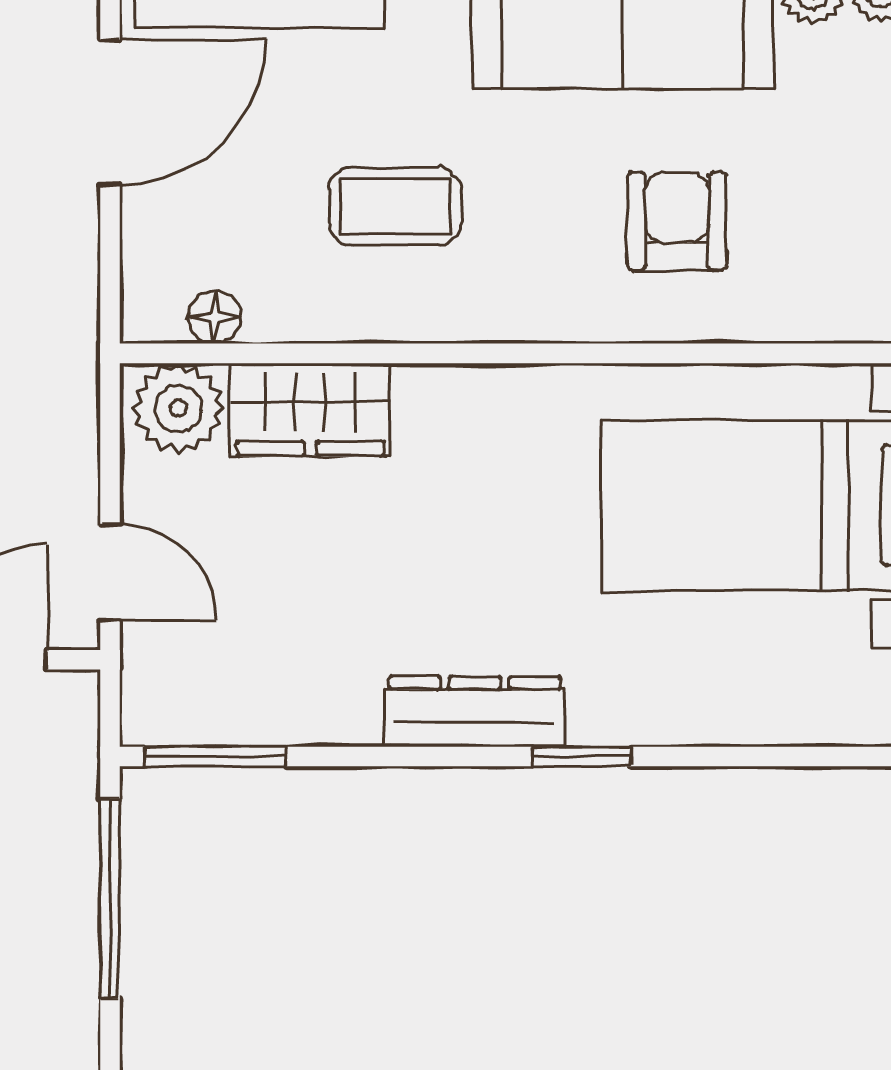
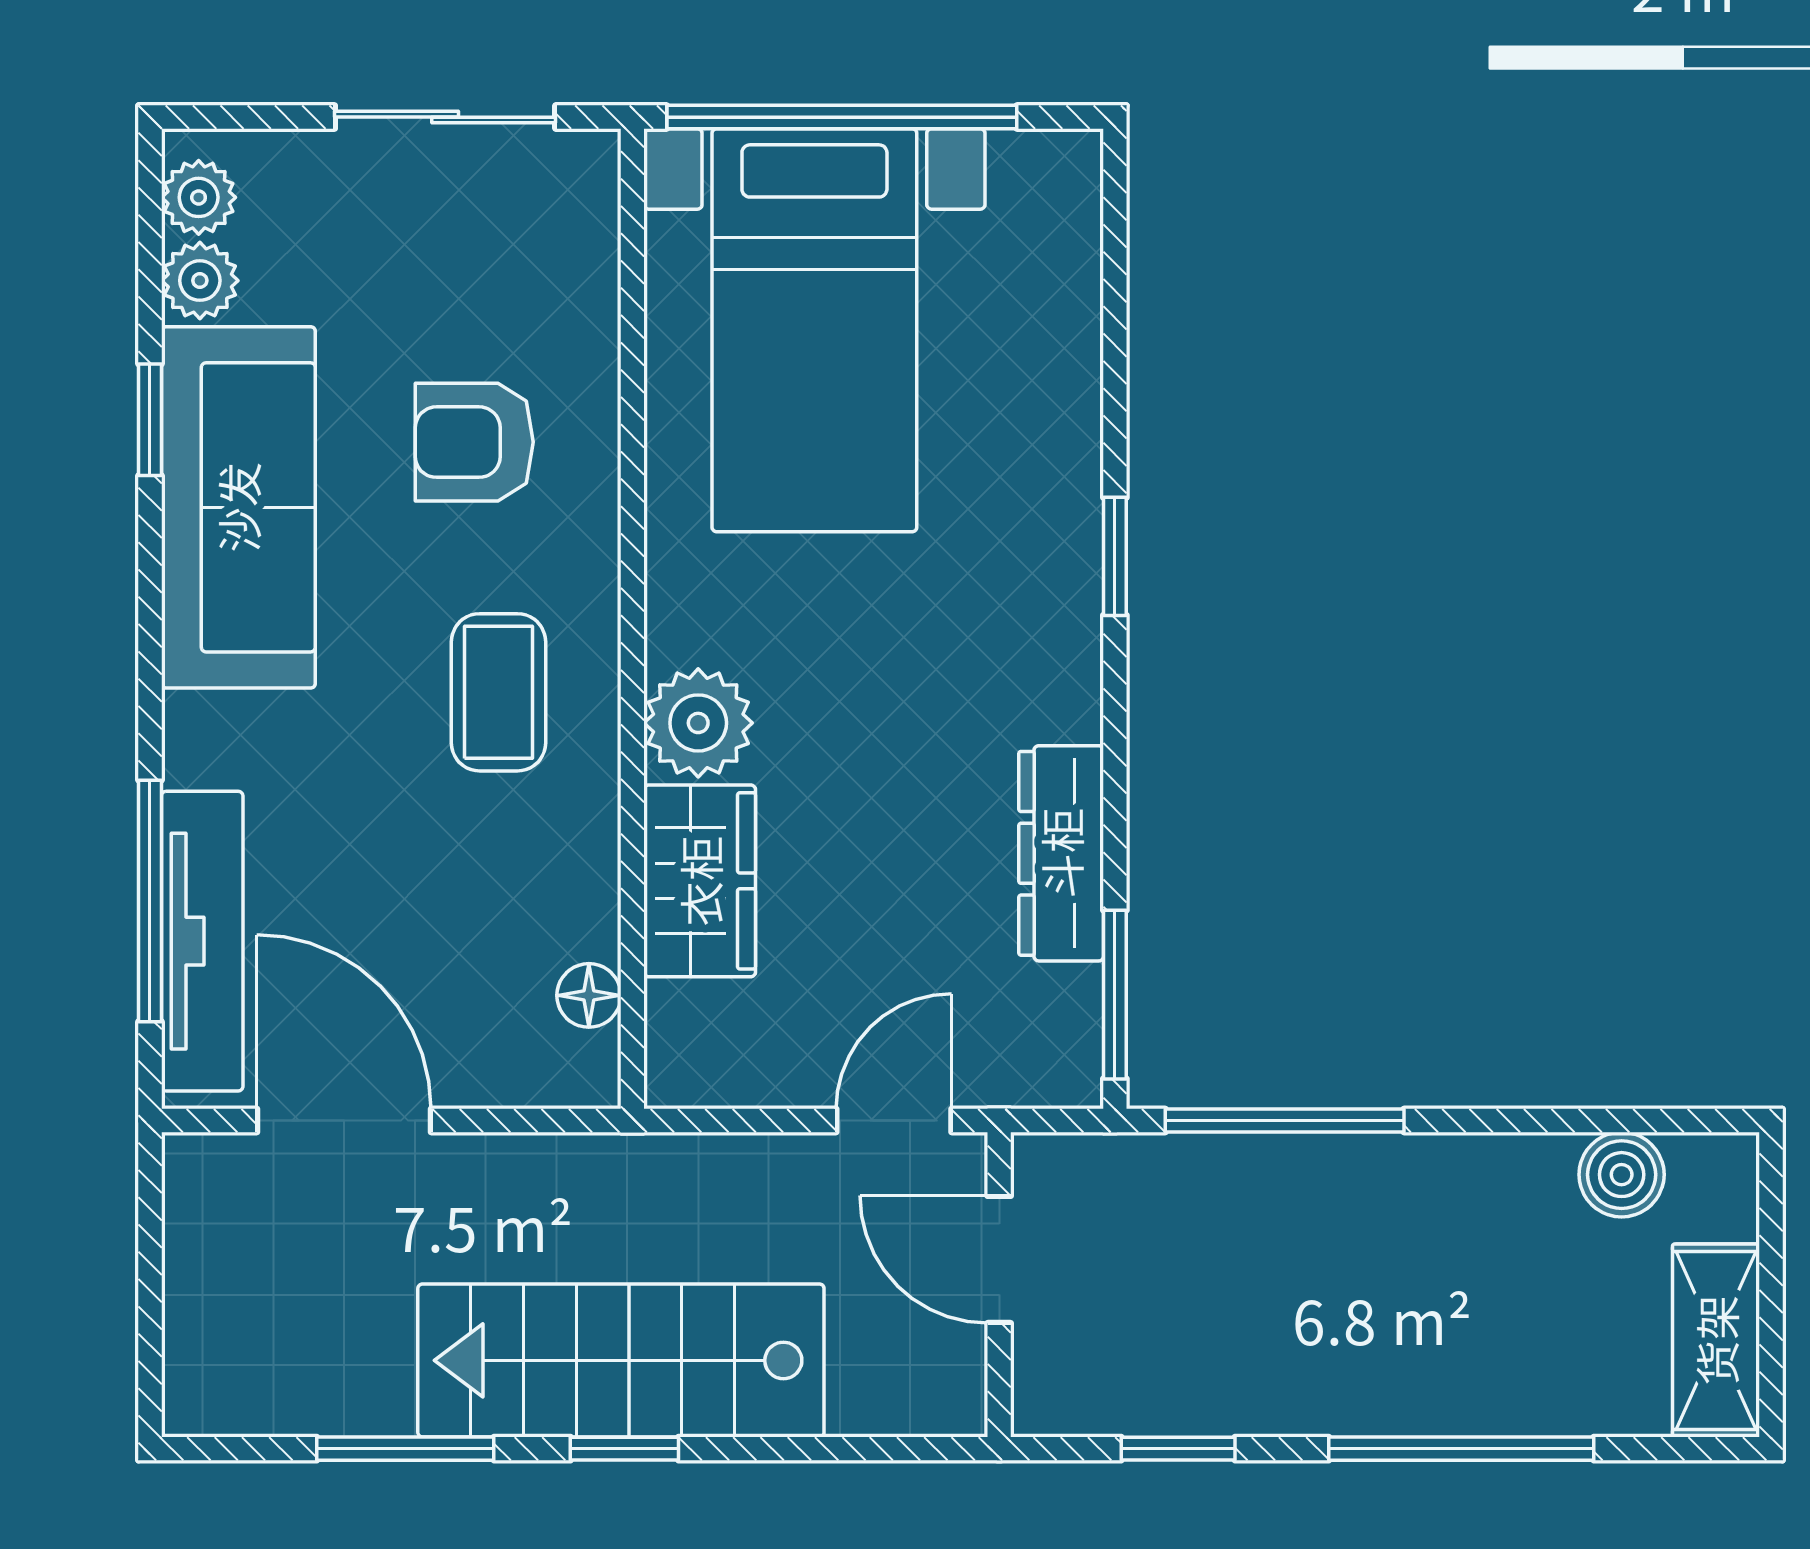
coffee table: (395, 206) -> (498, 692), moved
plant: (178, 408) -> (698, 723), moved
dresser: (475, 712) -> (1061, 853), moved

